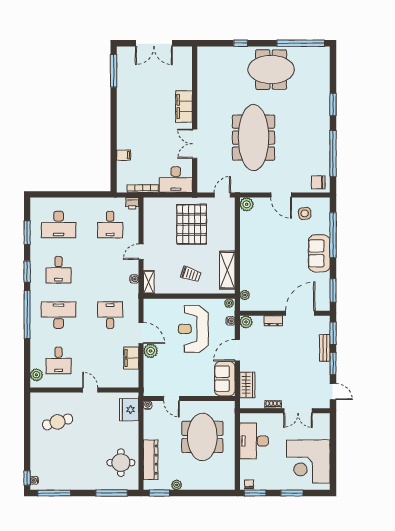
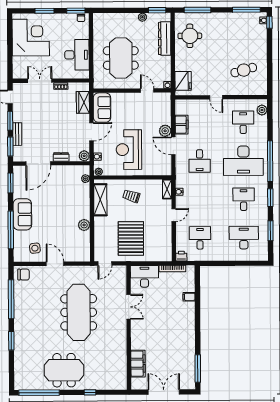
filing cabinet: (184, 106) -> (138, 364), moved
plant: (247, 204) -> (84, 225), moved
desk: (59, 315) -> (243, 161), width x1.36, depth x1.30
reception desk: (193, 329) -> (129, 150), turned 180

